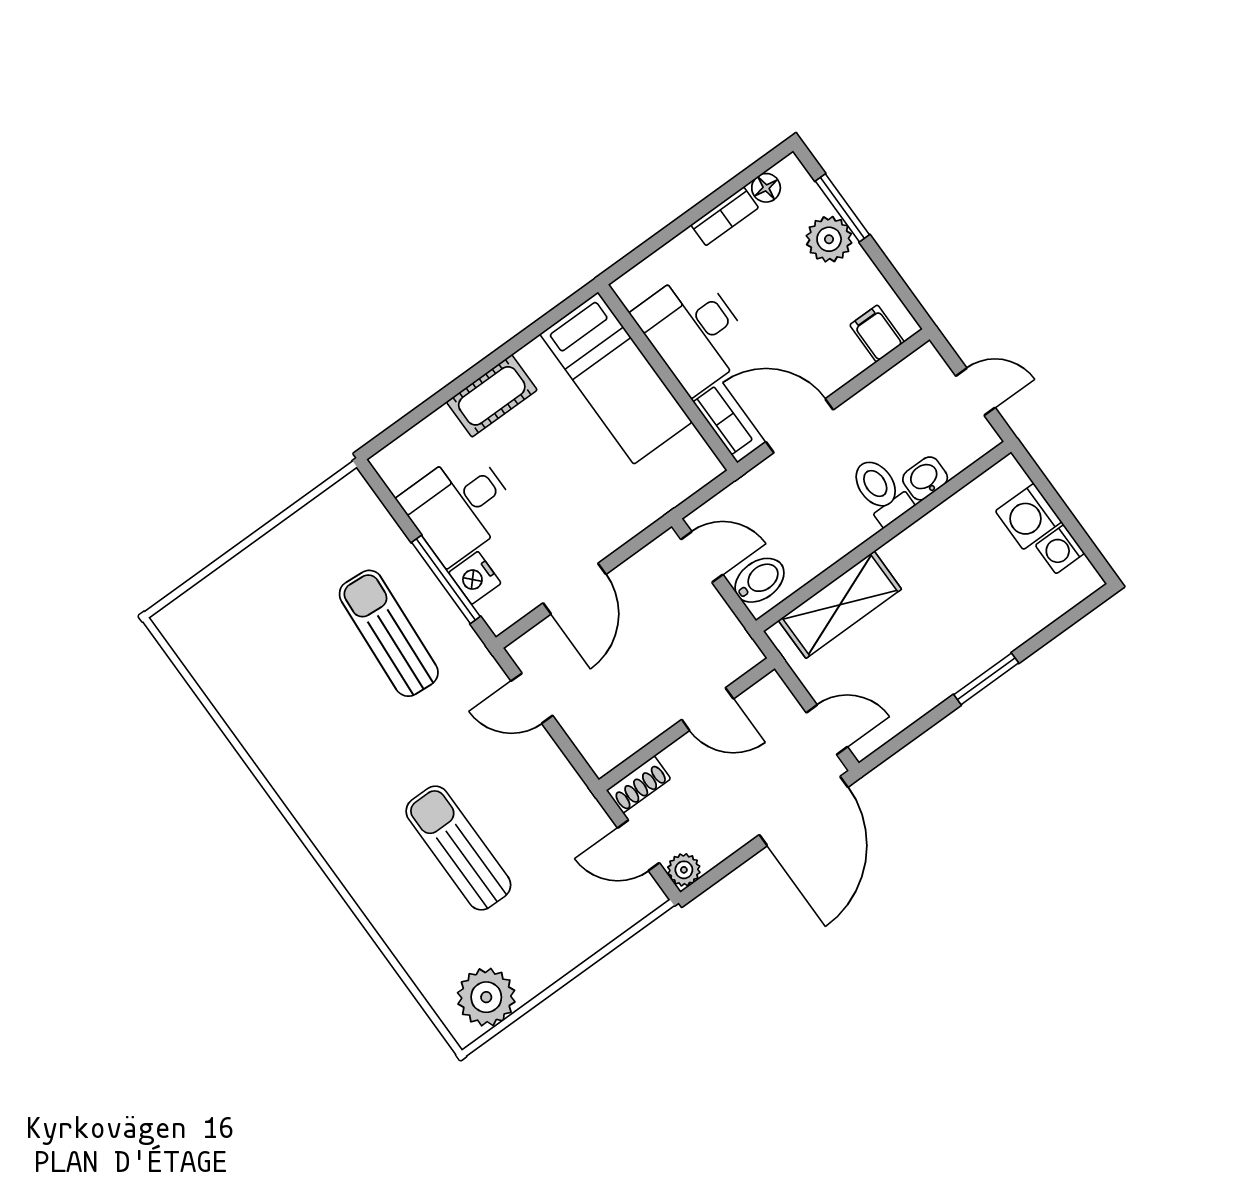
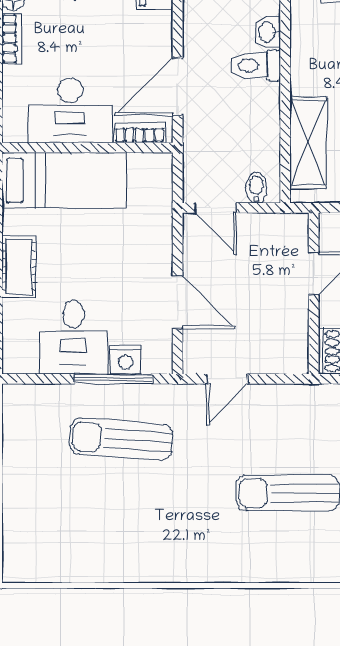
door: (702, 557) -> (216, 208), swing flipped
bidet: (759, 580) -> (256, 188), width x0.72, depth x0.74

